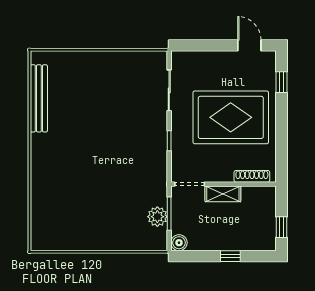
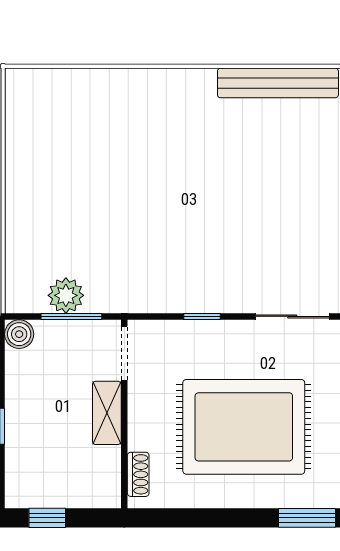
window: (282, 82) -> (307, 518), width x1.50
rug: (231, 117) -> (244, 427), turned 90
shoe rack: (252, 176) -> (138, 474), width x0.70

